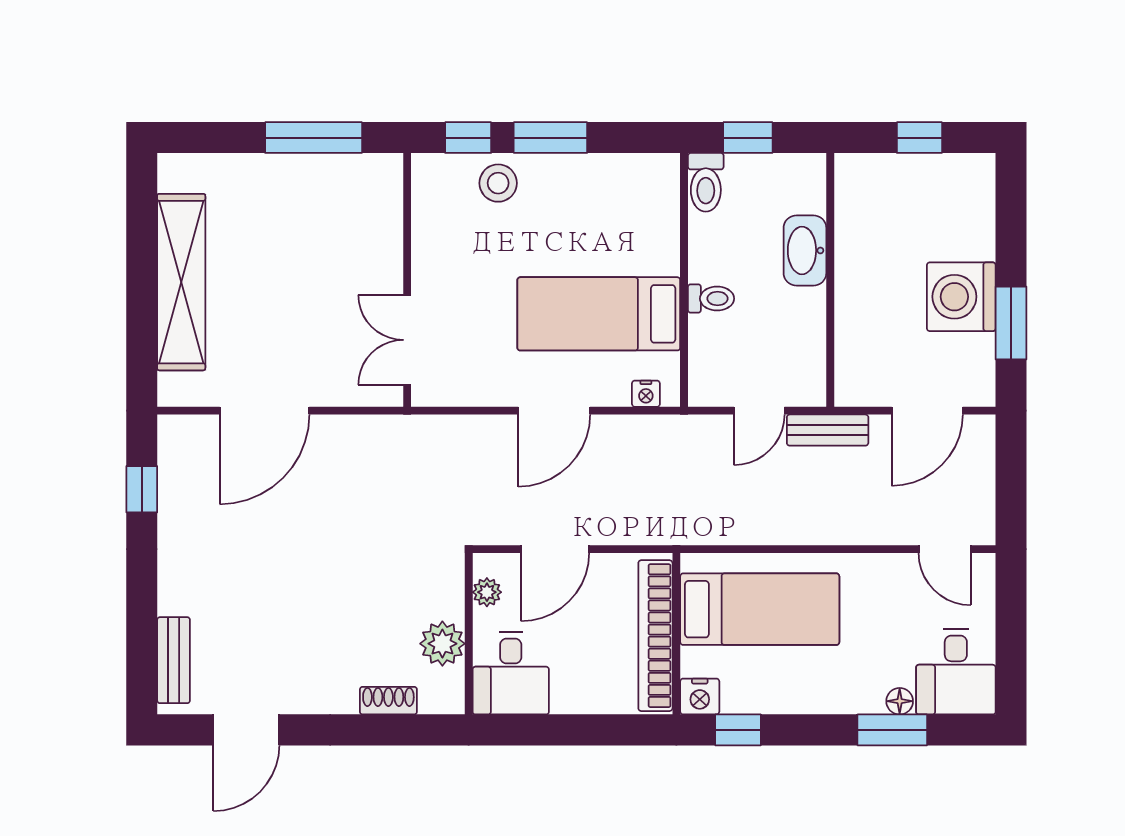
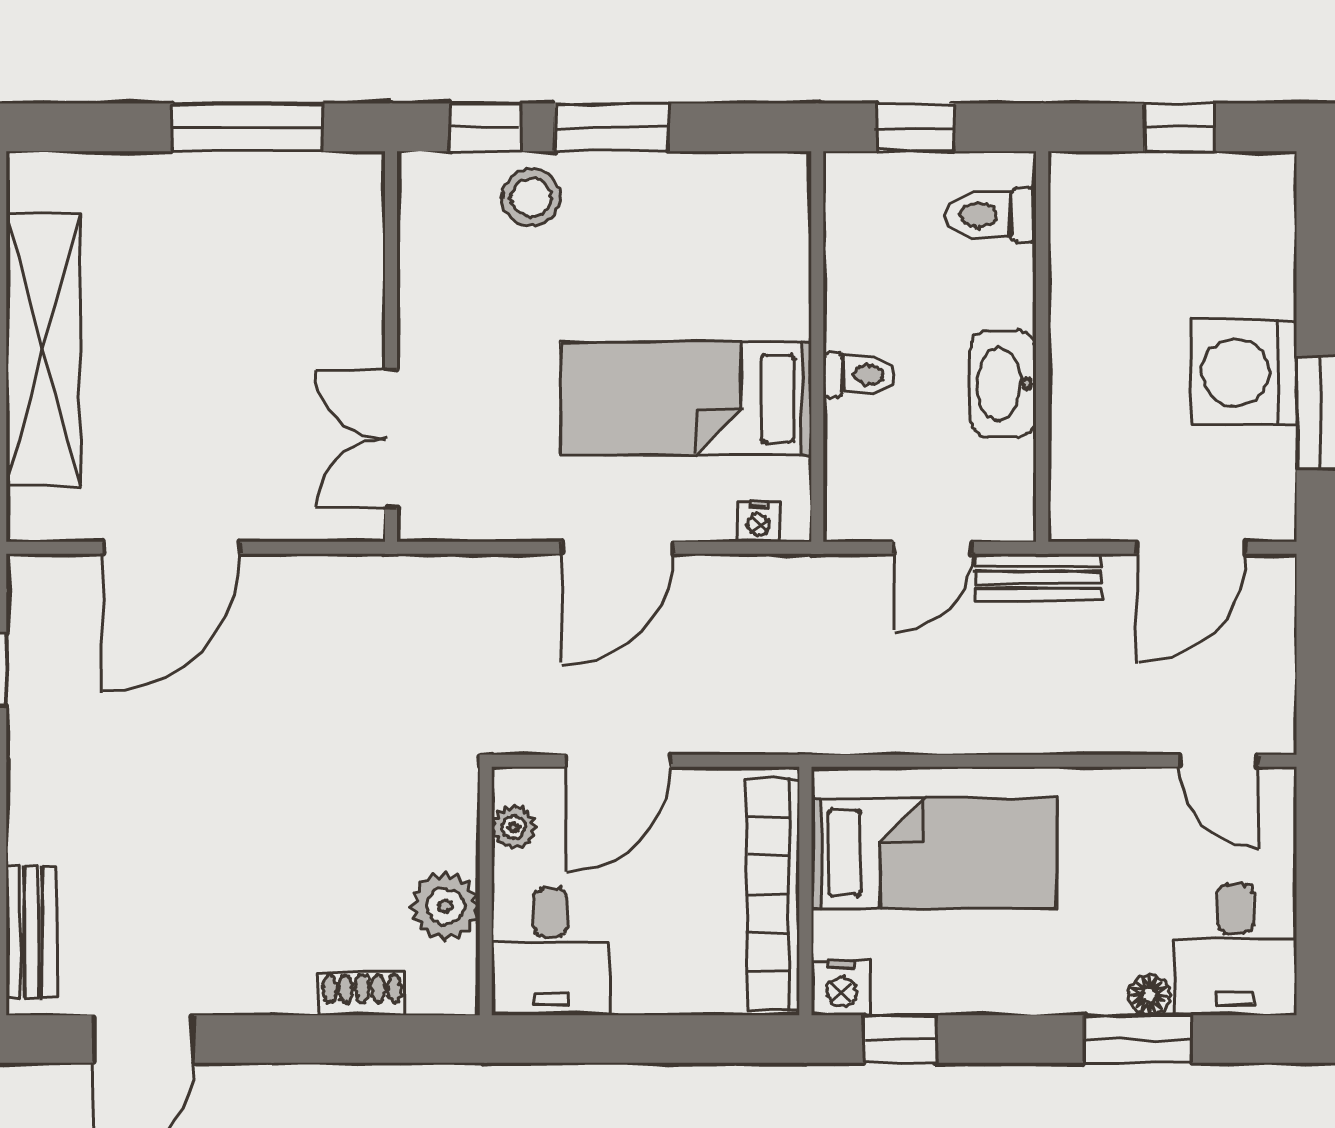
toilet: (706, 182) -> (991, 215), moved, turned 90
washbasin: (805, 250) -> (1003, 384), moved

